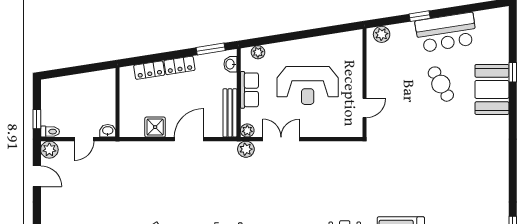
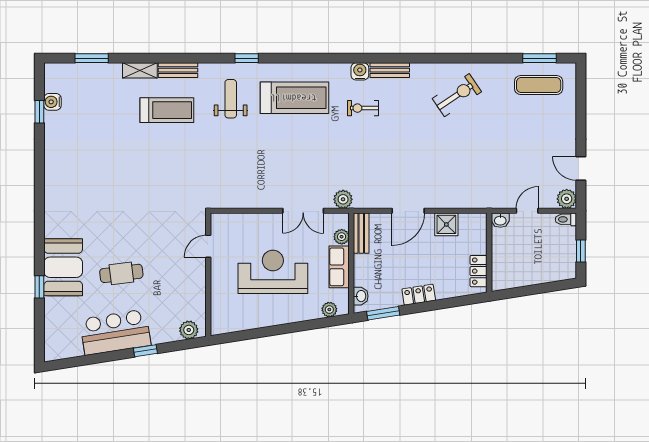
locker: (149, 70) -> (479, 271), moved, turned -81
cafe table: (441, 84) -> (121, 273), turned -68
bench: (230, 113) -> (361, 233), width x0.73
window: (37, 119) -> (581, 251), moved
plant: (247, 131) -> (342, 237), moved

